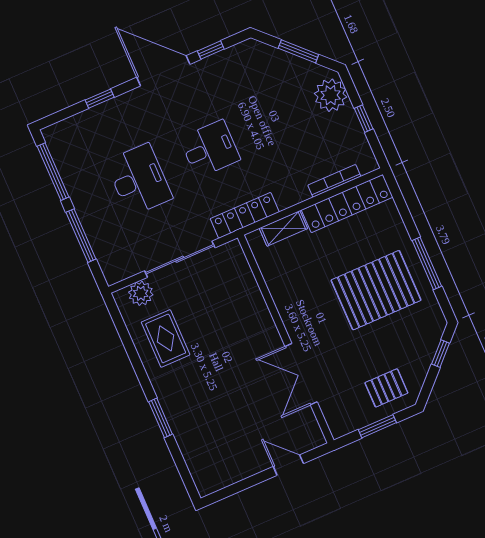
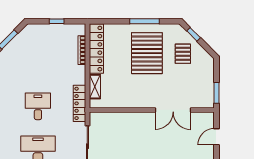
plant: (331, 95) -> (37, 33), removed
pallet: (386, 388) -> (183, 54), moved
window: (377, 426) -> (217, 93), moved

